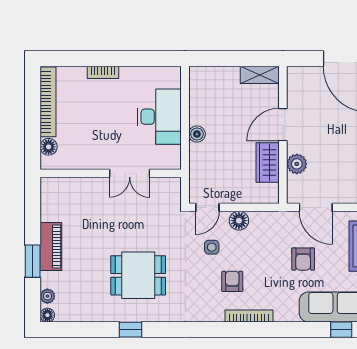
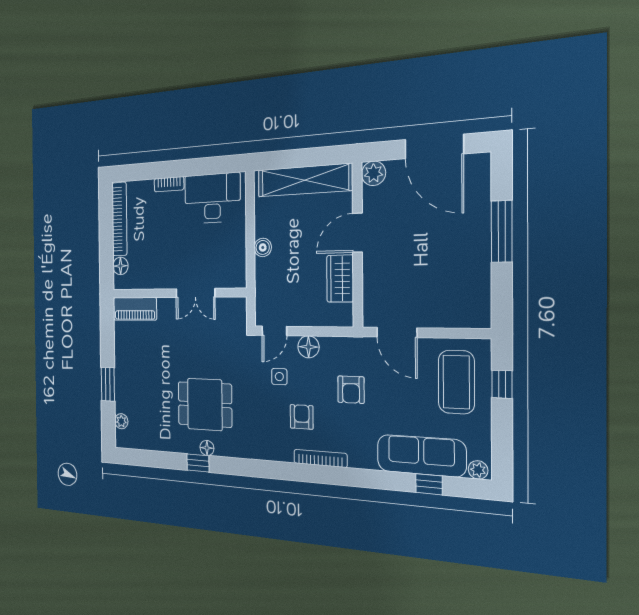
shelving: (260, 75) -> (305, 180), width x2.20, depth x1.33
desk: (159, 117) -> (212, 198), moved, turned -90
plant: (297, 164) -> (373, 173), moved
piano: (51, 246) -> (135, 309), moved, turned 90
armchair: (303, 259) -> (351, 390), moved
floor lamp: (47, 315) -> (207, 448), moved

